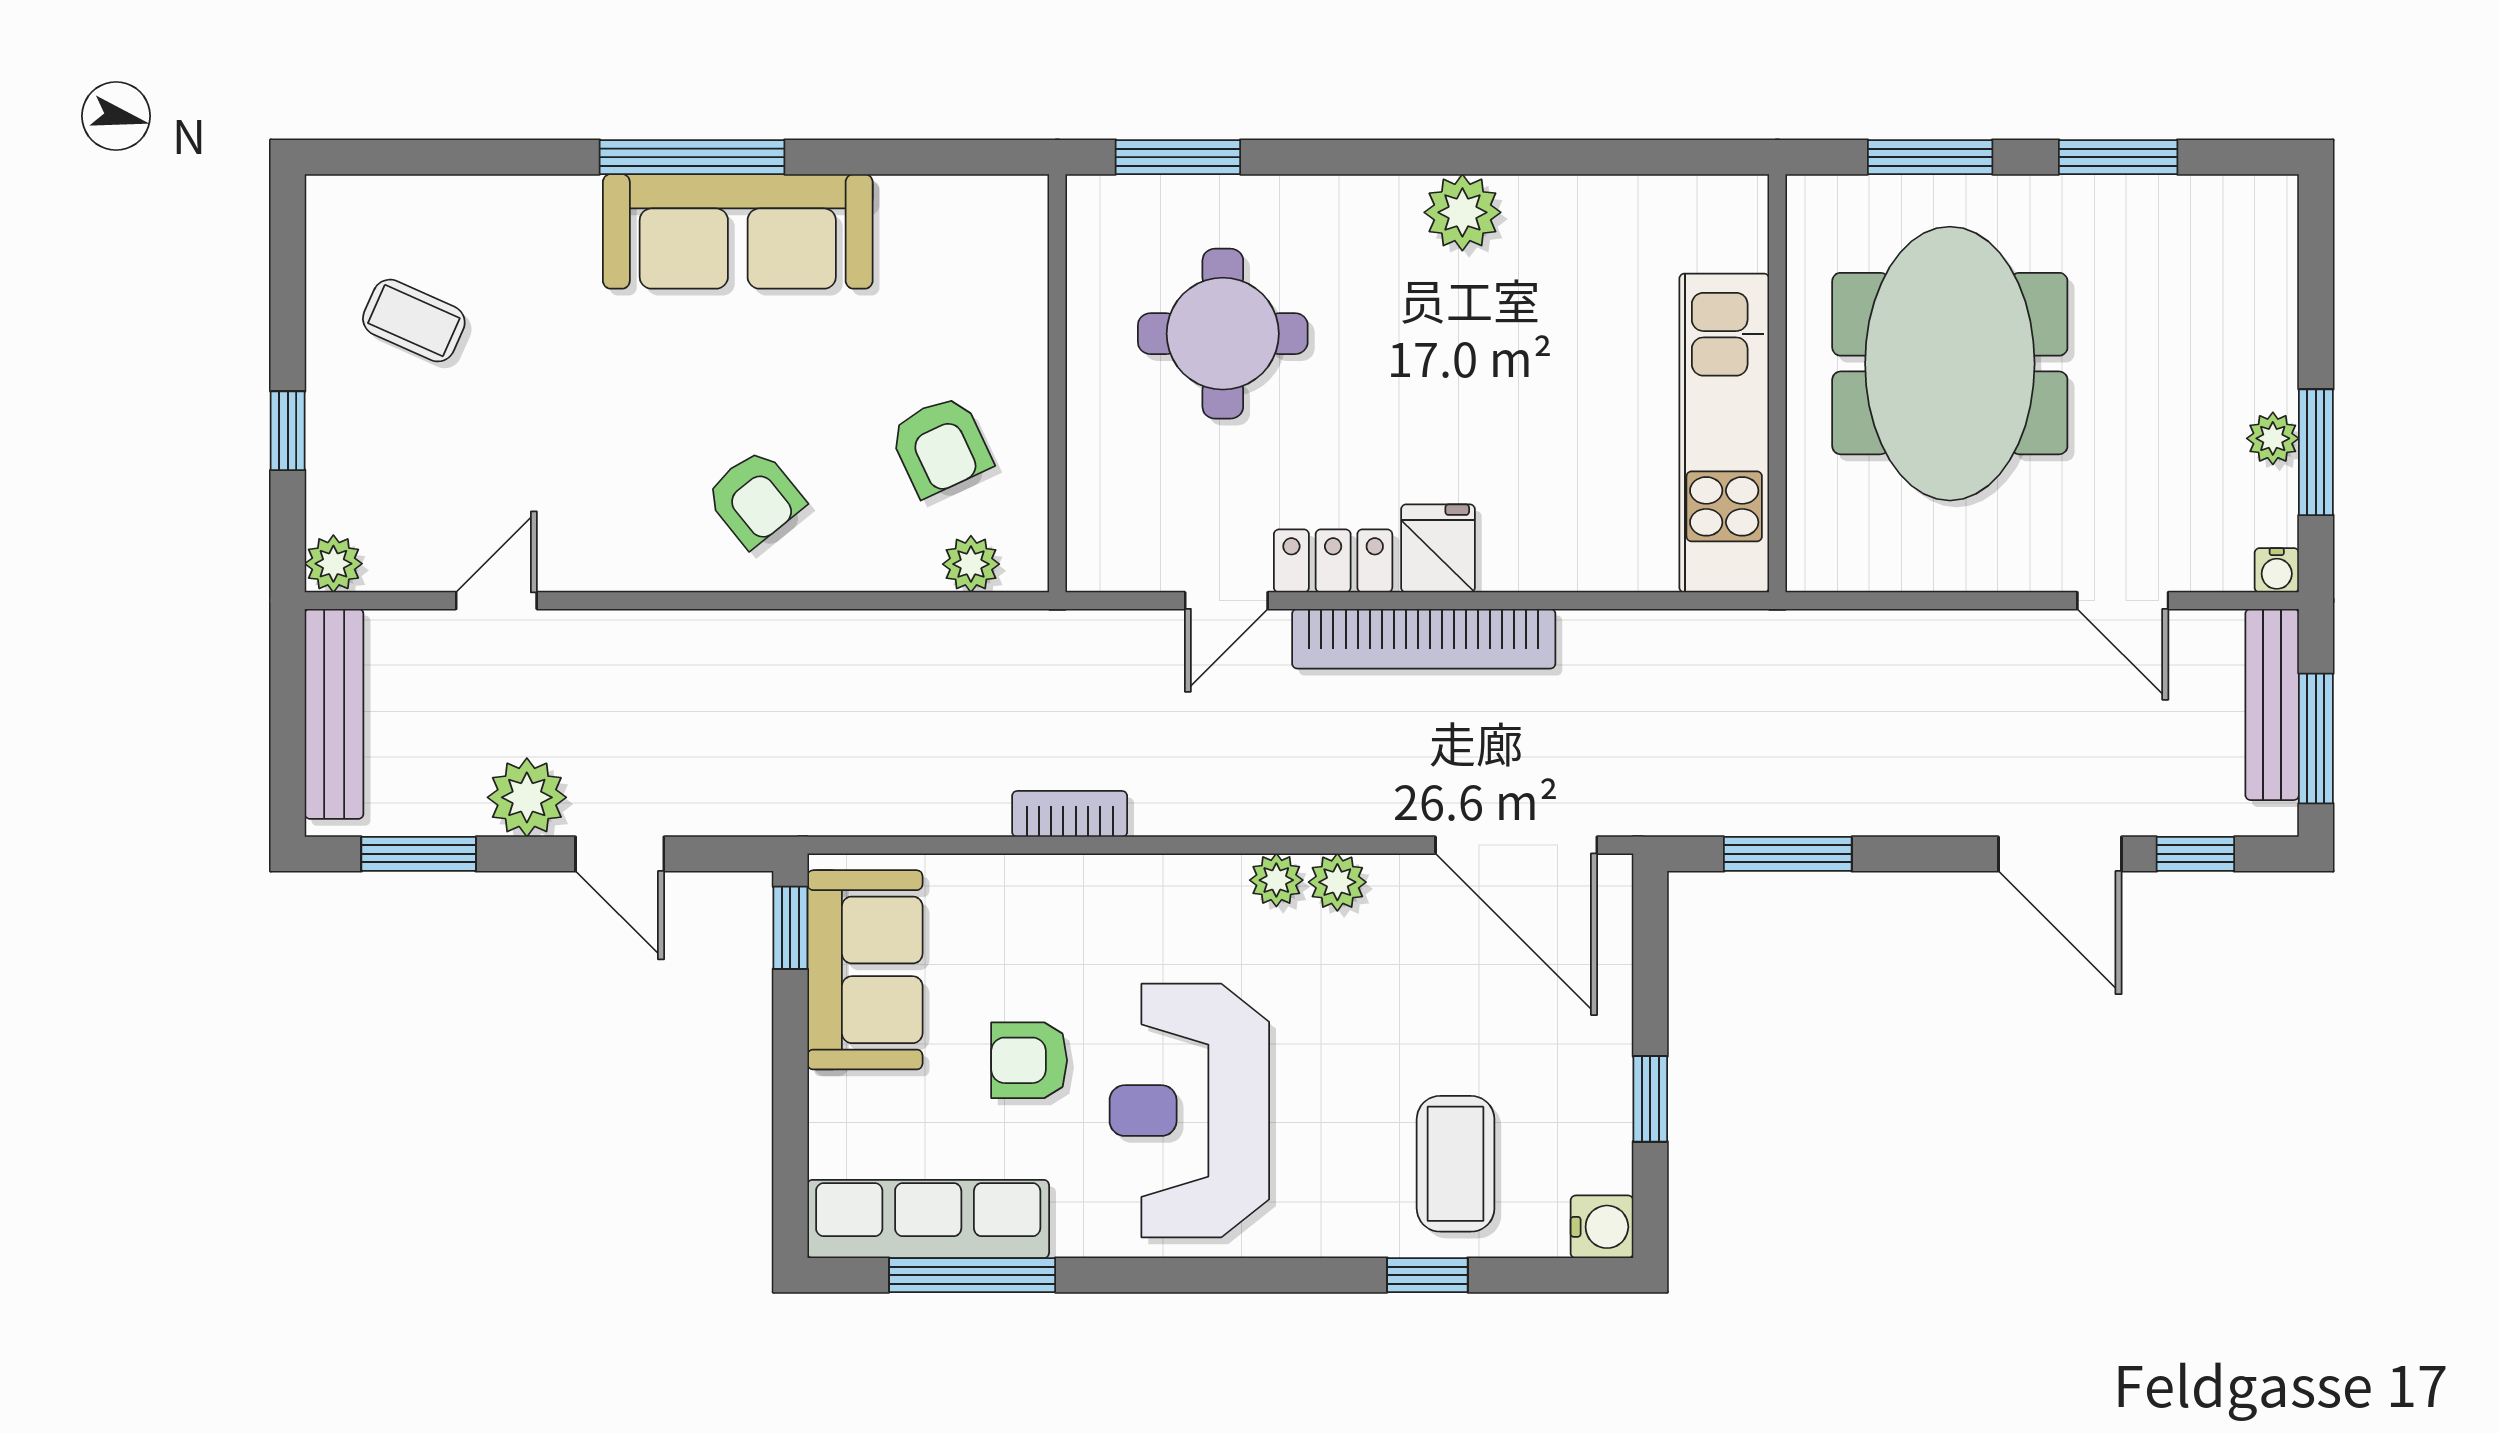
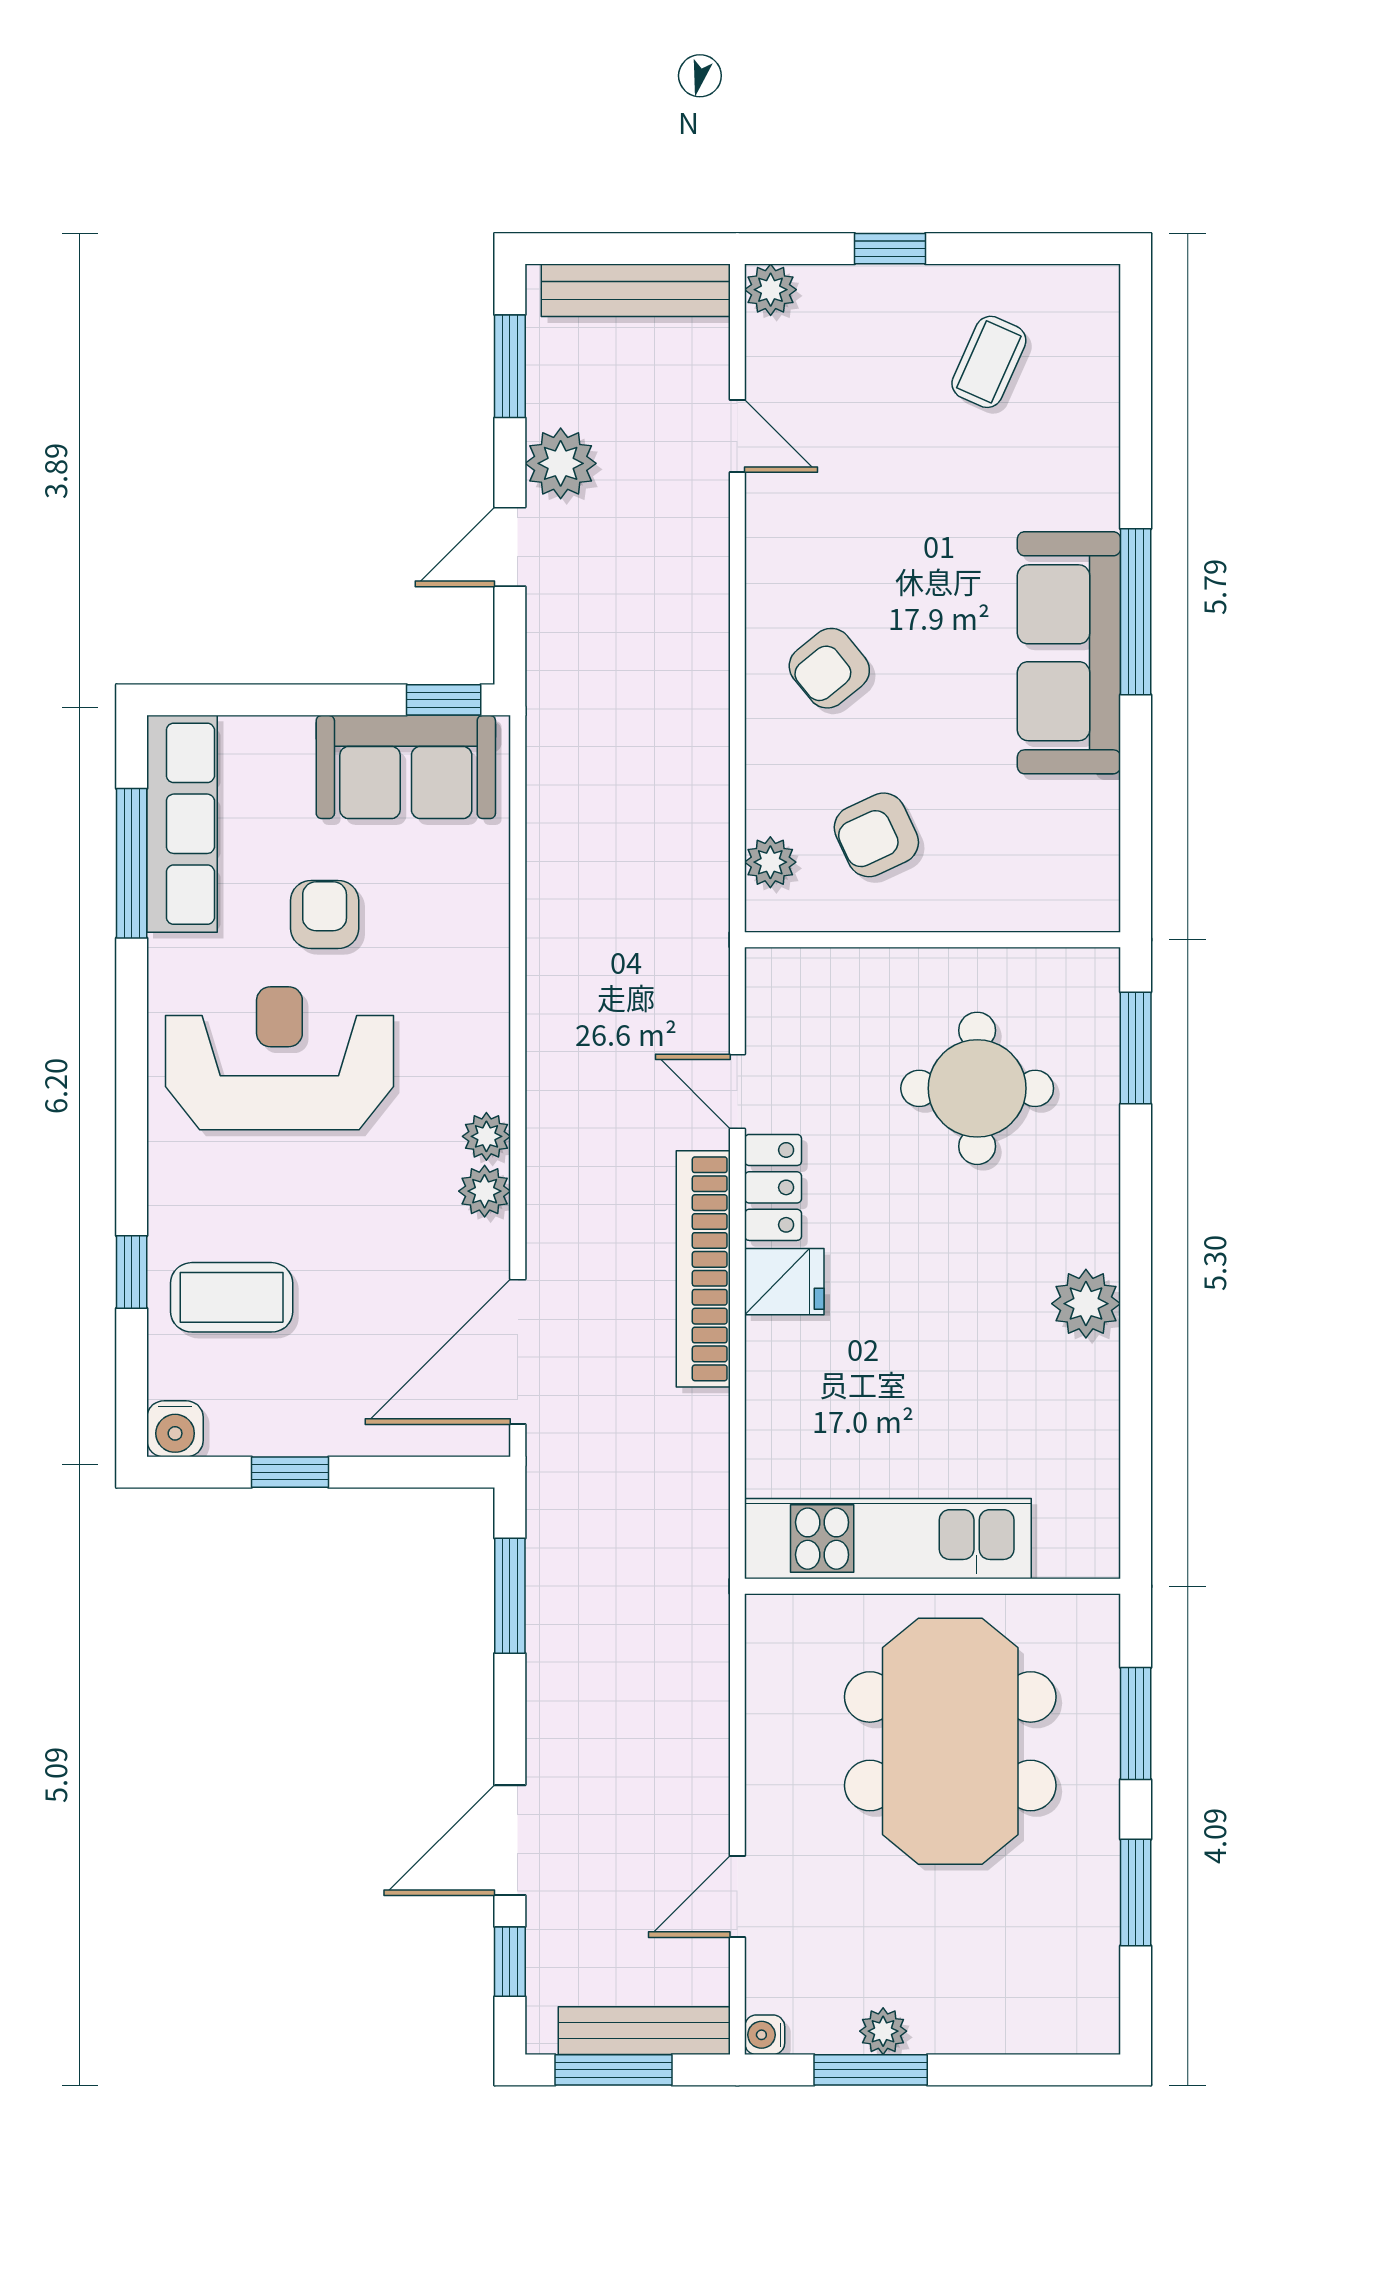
meeting table: (1950, 364) -> (950, 1741), turned 90
bookcase: (1070, 814) -> (546, 951), removed

